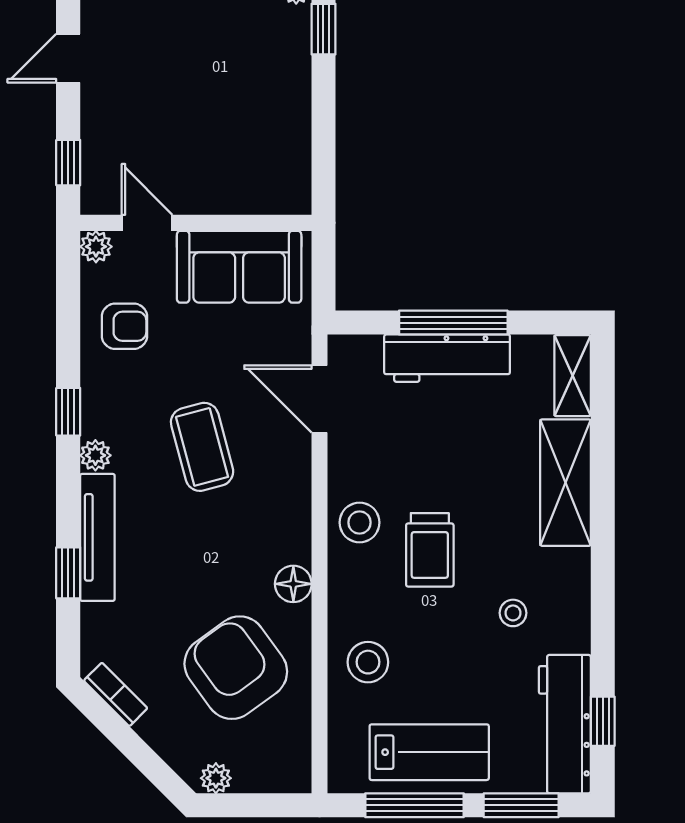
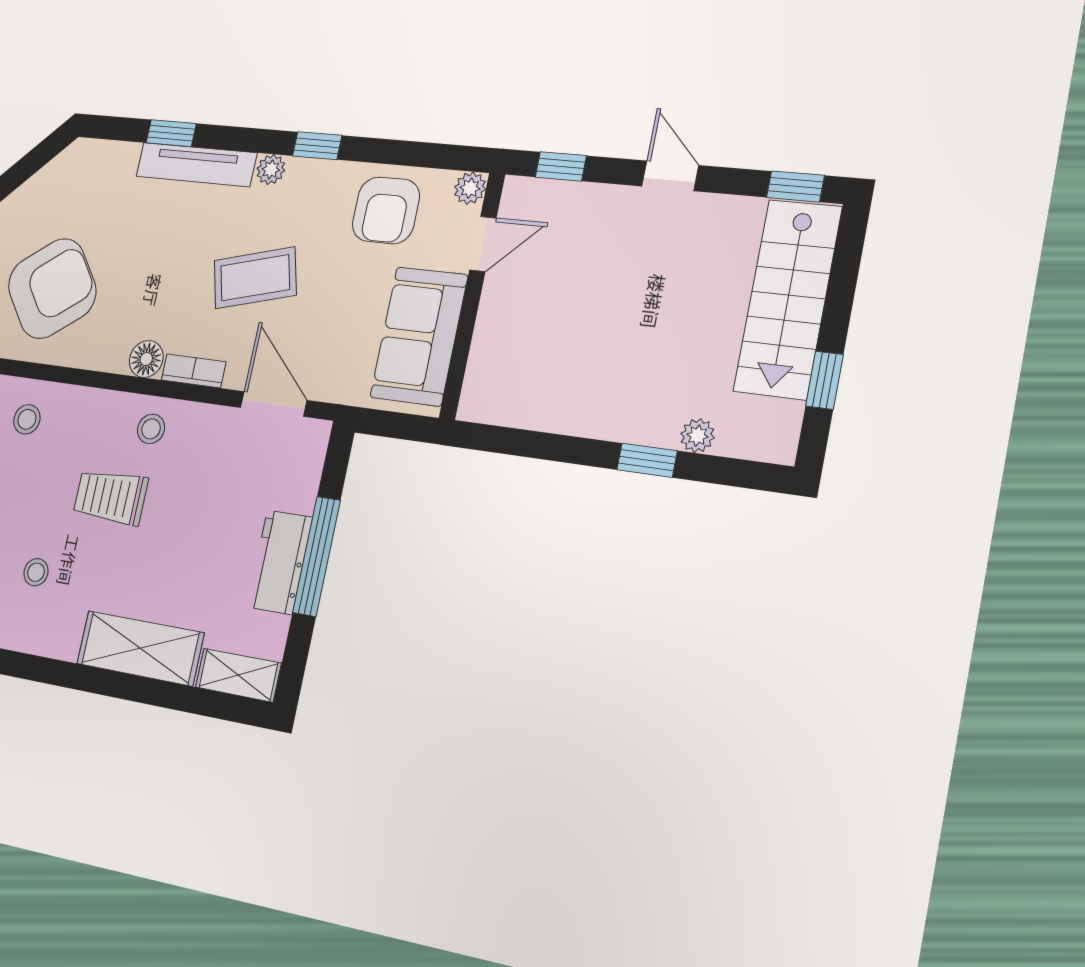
armchair: (124, 326) -> (386, 210), width x1.38, depth x1.38
workbench: (447, 358) -> (280, 562), width x0.73
door: (320, 399) -> (274, 404), hinge flipped
stool: (360, 522) -> (151, 429), width x0.73, depth x0.73
floor lamp: (293, 584) -> (146, 359), moved
stool: (368, 662) -> (27, 419), width x0.73, depth x0.73
bookcase: (116, 694) -> (194, 371), moved, turned -135

